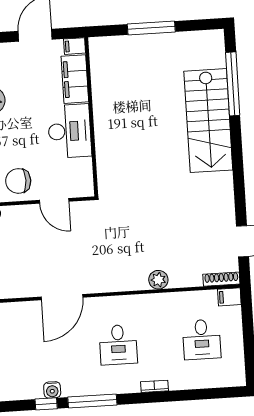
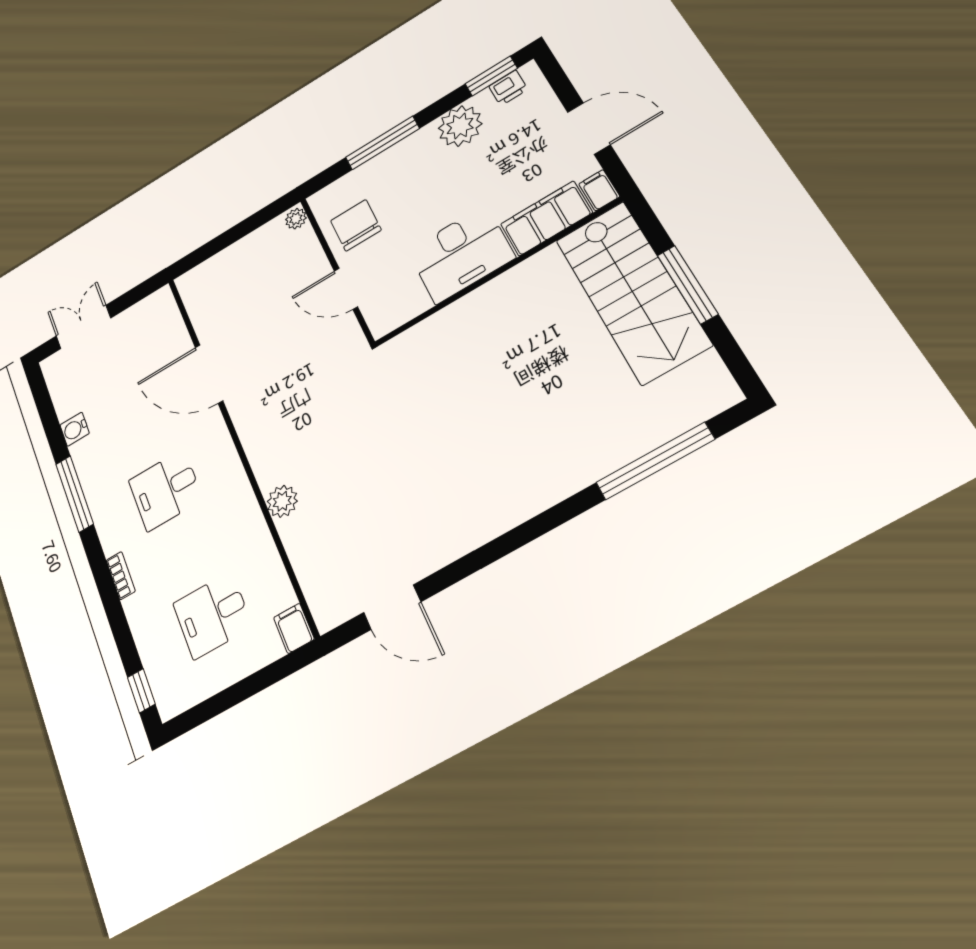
stairs: (208, 121) -> (632, 291), moved, turned -90
door: (54, 201) -> (346, 289), hinge flipped
shoe rack: (221, 279) -> (318, 601), removed
window: (46, 404) -> (141, 691), moved

